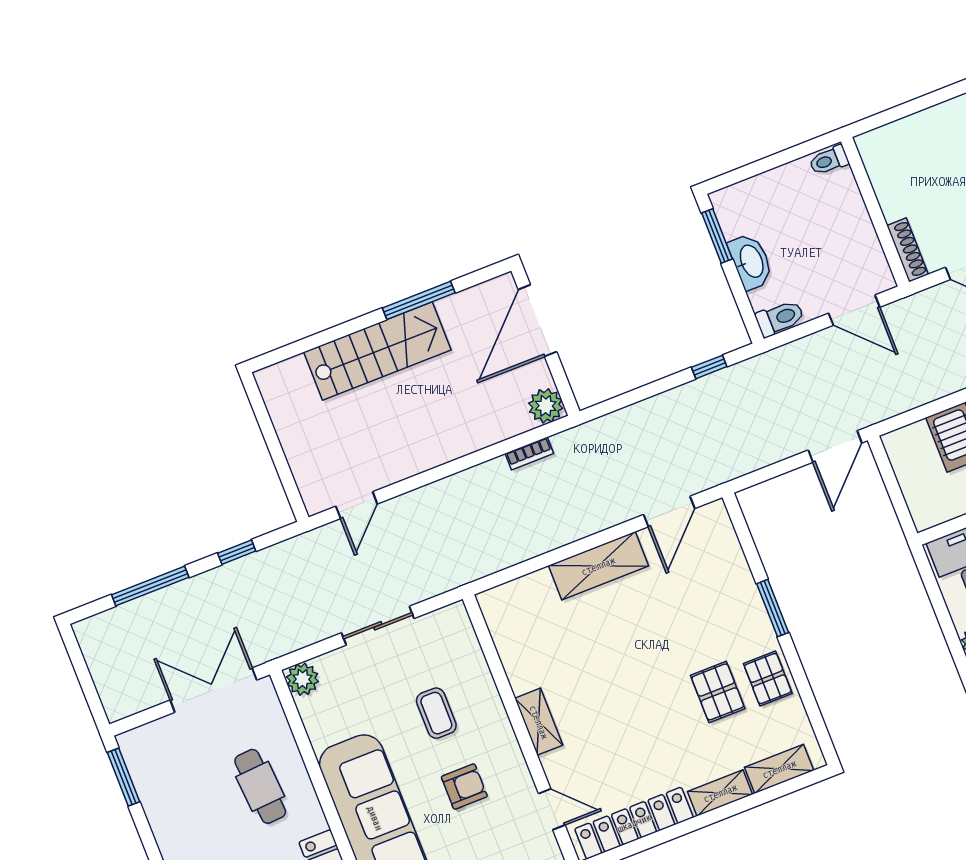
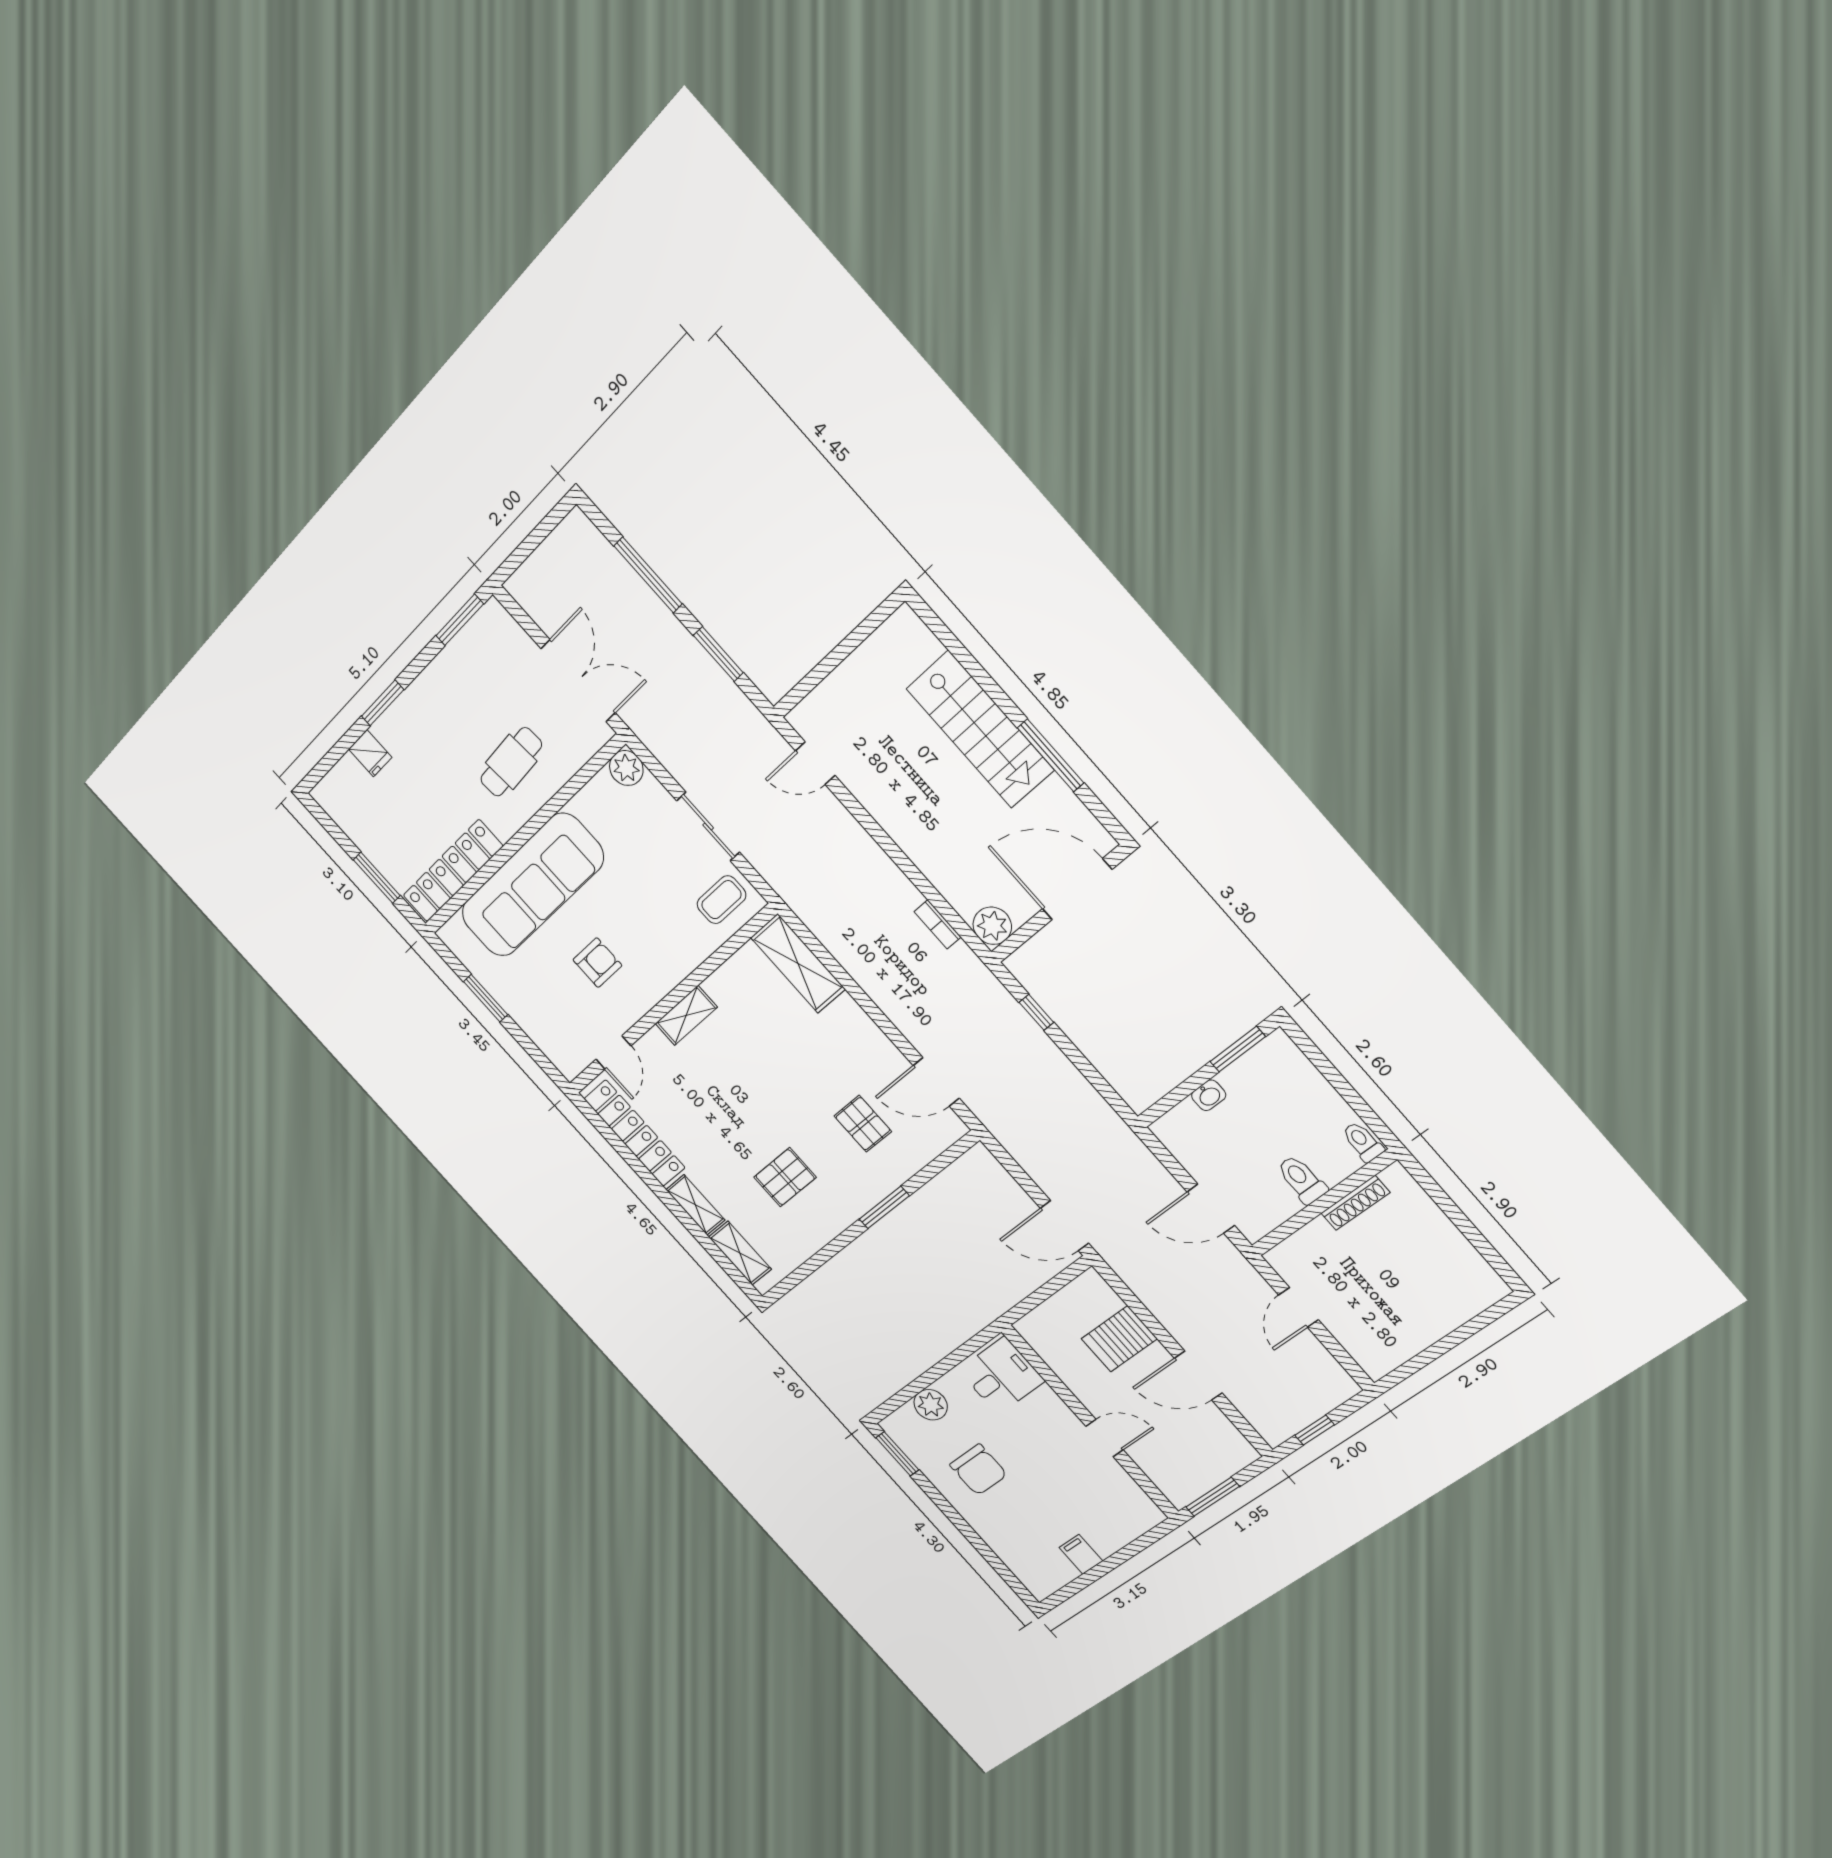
shoe rack: (908, 250) -> (1355, 1203), moved
washbasin: (751, 262) -> (1209, 1095), width x0.52, depth x0.69
door: (854, 310) -> (1211, 1209), hinge flipped
toilet: (780, 318) -> (1302, 1180), moved, turned 180
window: (709, 367) -> (1036, 1012), moved
window: (237, 552) -> (718, 654), width x1.50
shelving: (598, 566) -> (798, 963), moved
pallet: (768, 679) -> (863, 1124), moved, turned 90
coffee table: (436, 713) -> (721, 900), moved
armchair: (464, 787) -> (597, 963), turned -90

